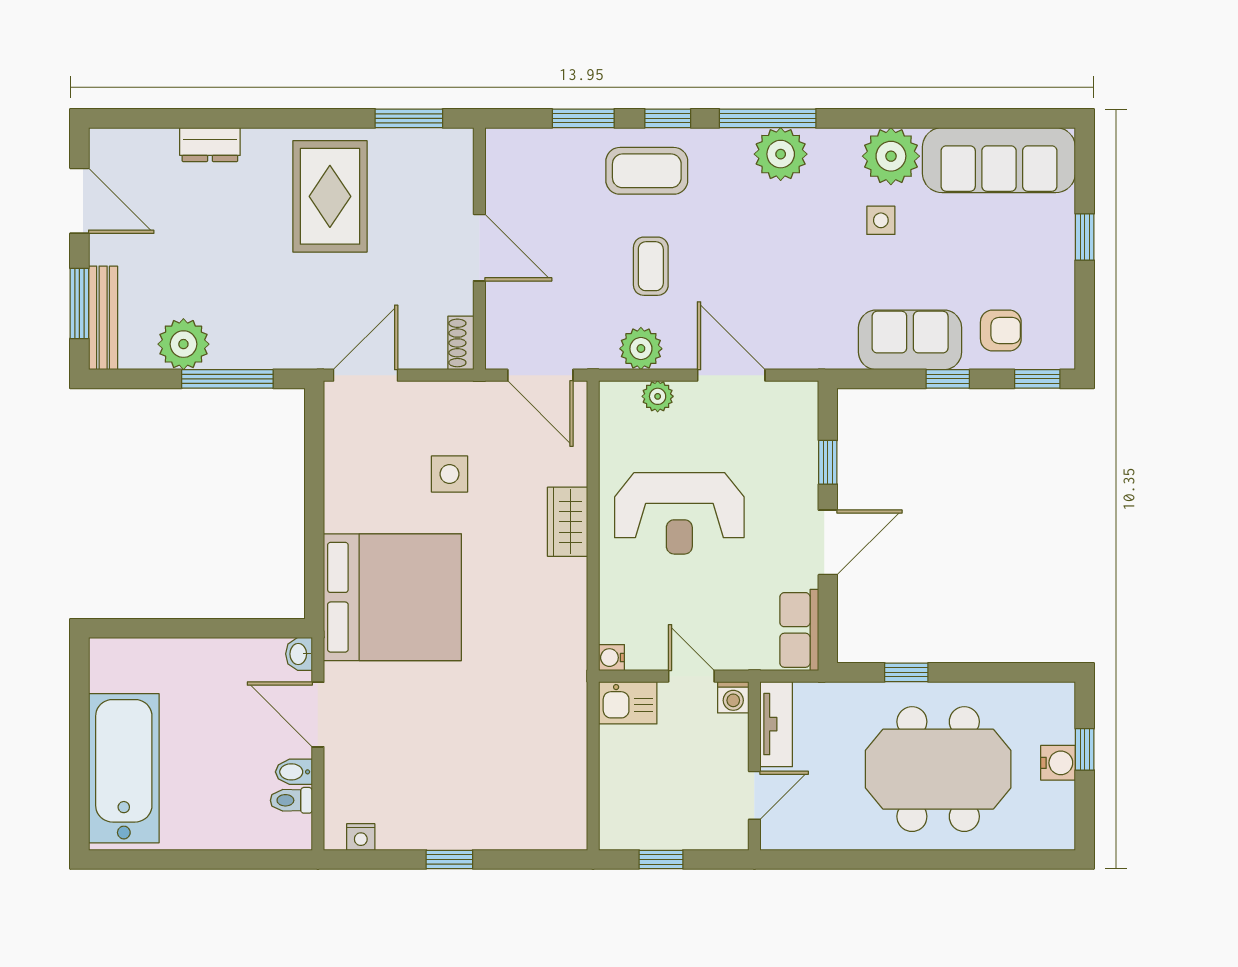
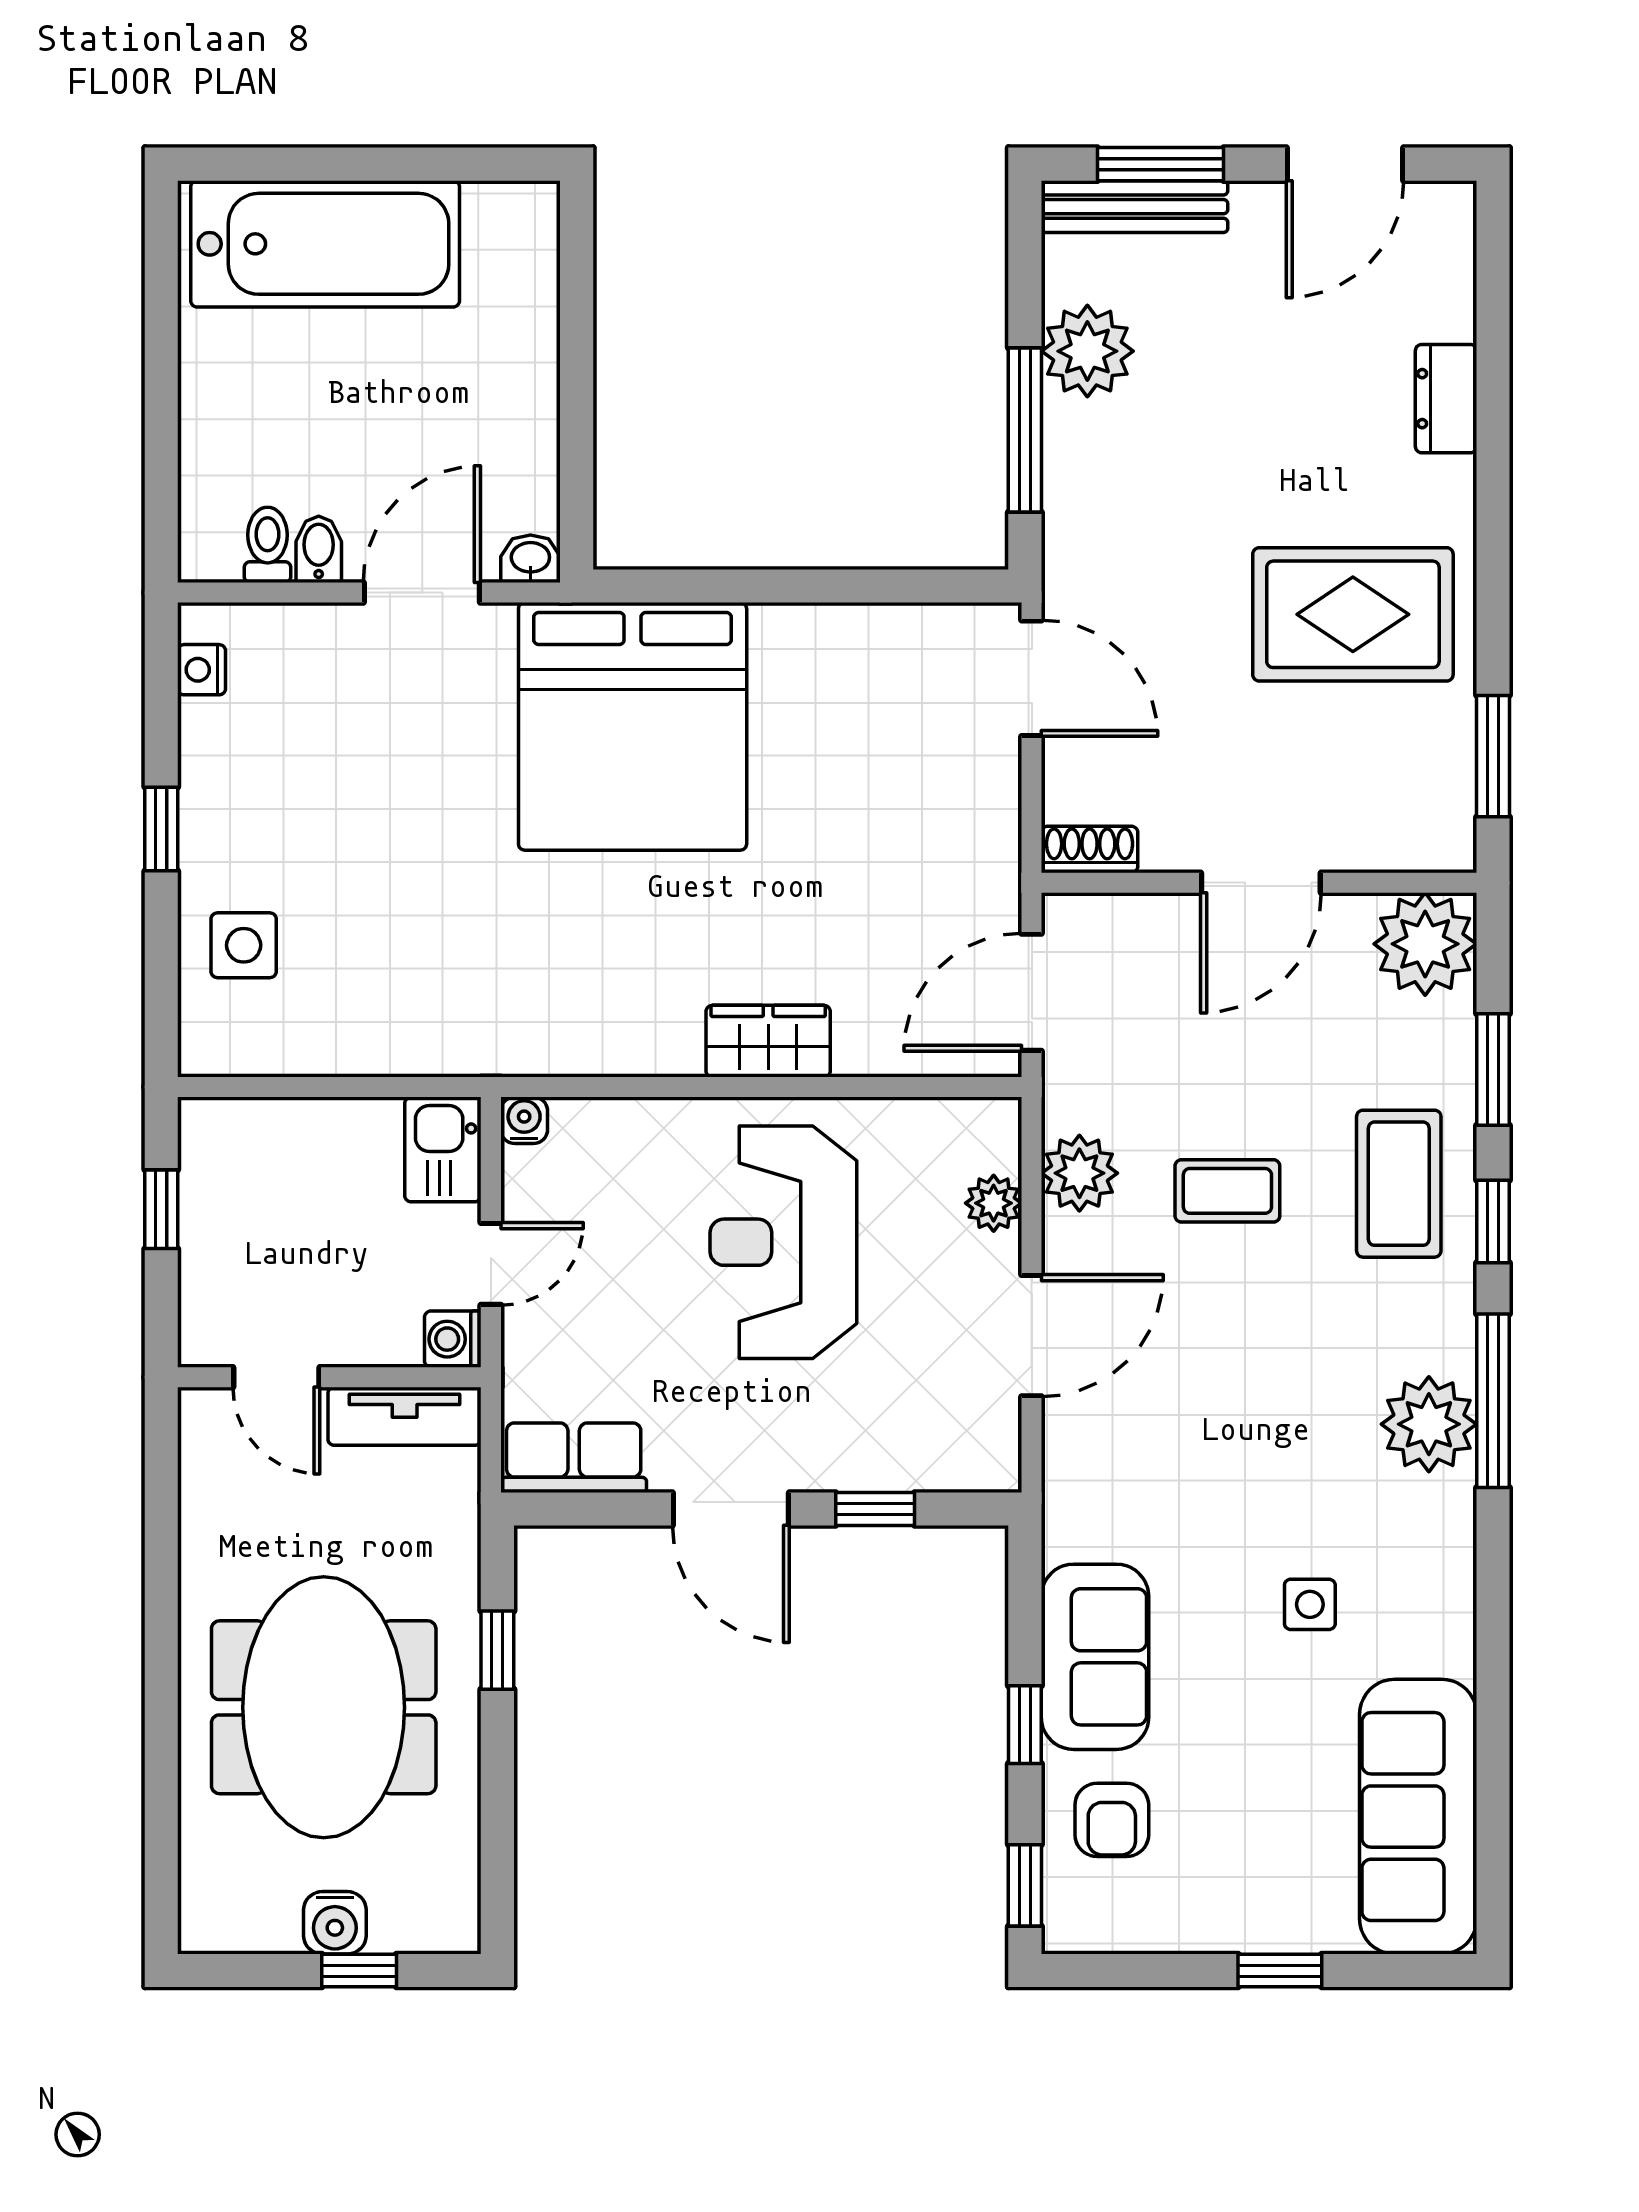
plant: (891, 156) -> (1425, 944), moved
side table: (450, 474) -> (244, 945), moved

